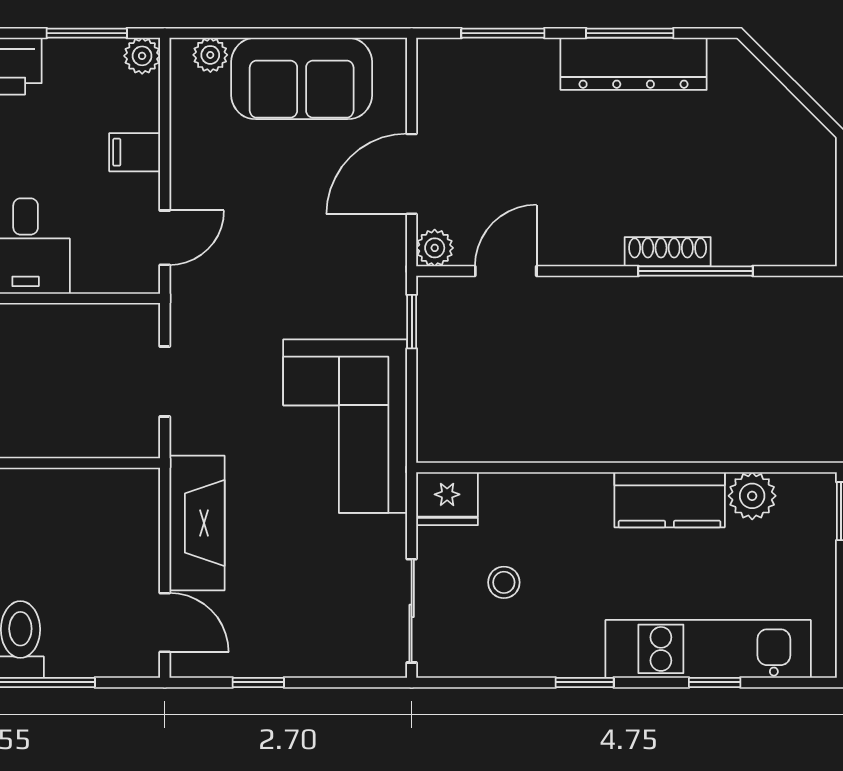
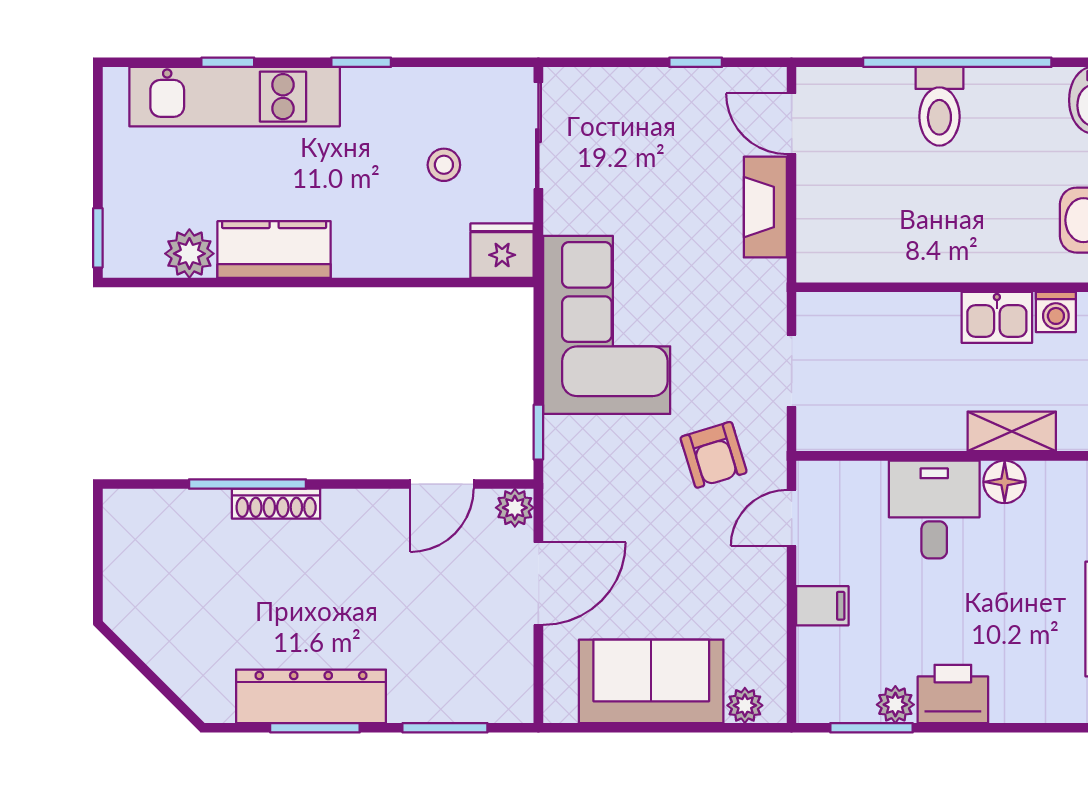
plant: (142, 56) -> (895, 705), moved
armchair: (241, 299) -> (714, 455), added
fireplace: (197, 523) -> (765, 207), width x0.73, depth x0.76

